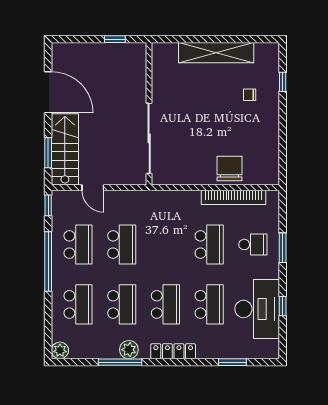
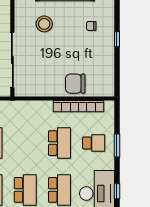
window: (283, 82) -> (117, 39), moved
stool: (190, 92) -> (44, 24), added
chair: (229, 168) -> (75, 84), turned -90

